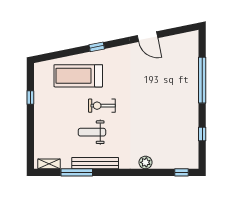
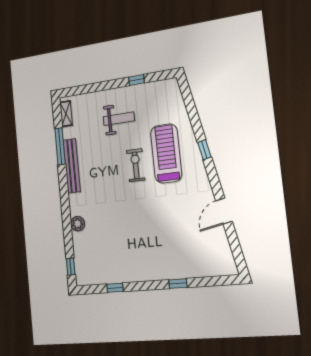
treadmill: (78, 76) -> (166, 154), moved
window: (202, 80) -> (178, 284), width x0.32
weight bench: (92, 132) -> (119, 119), moved, turned 90

